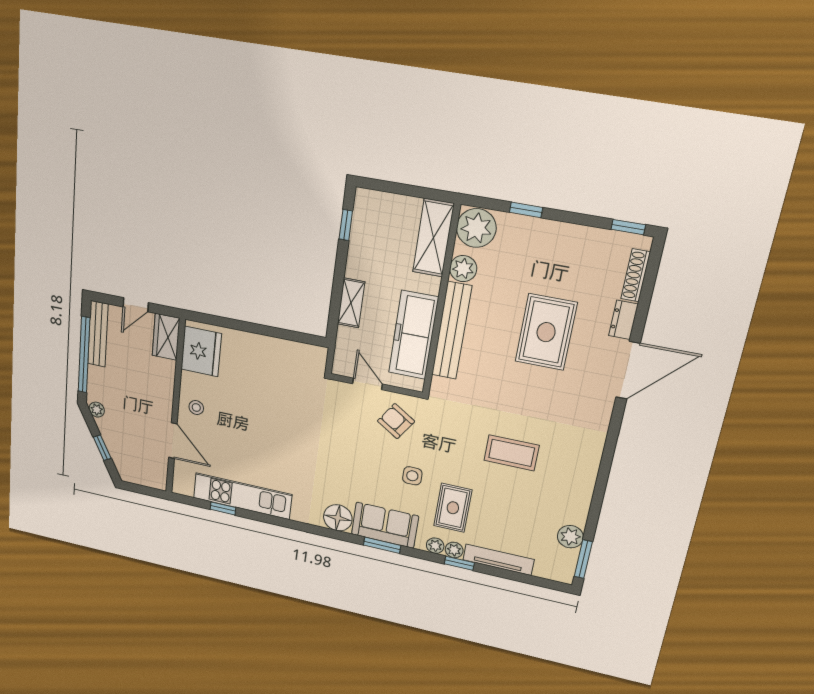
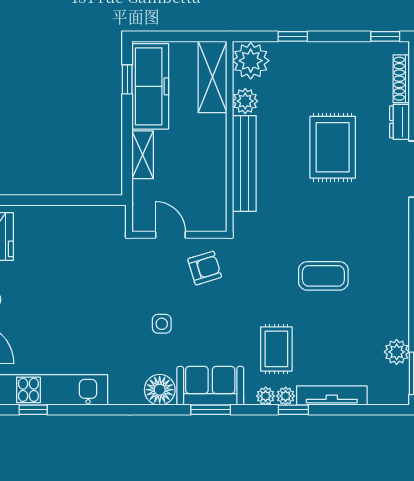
freezer: (413, 335) -> (150, 86), moved, turned 180
armchair: (396, 421) -> (205, 268), turned 130
side table: (412, 476) -> (162, 324), moved

